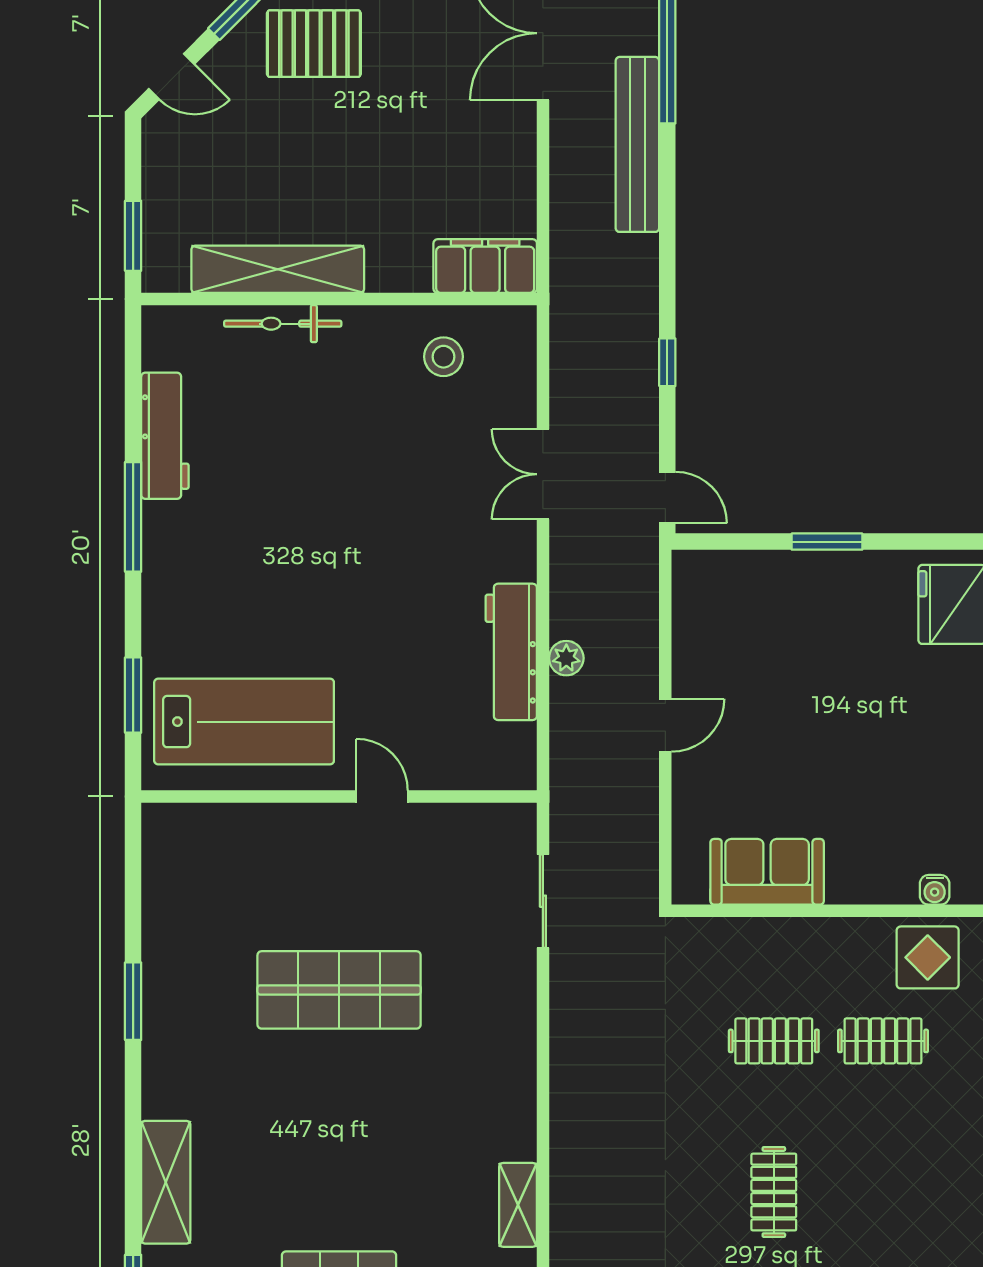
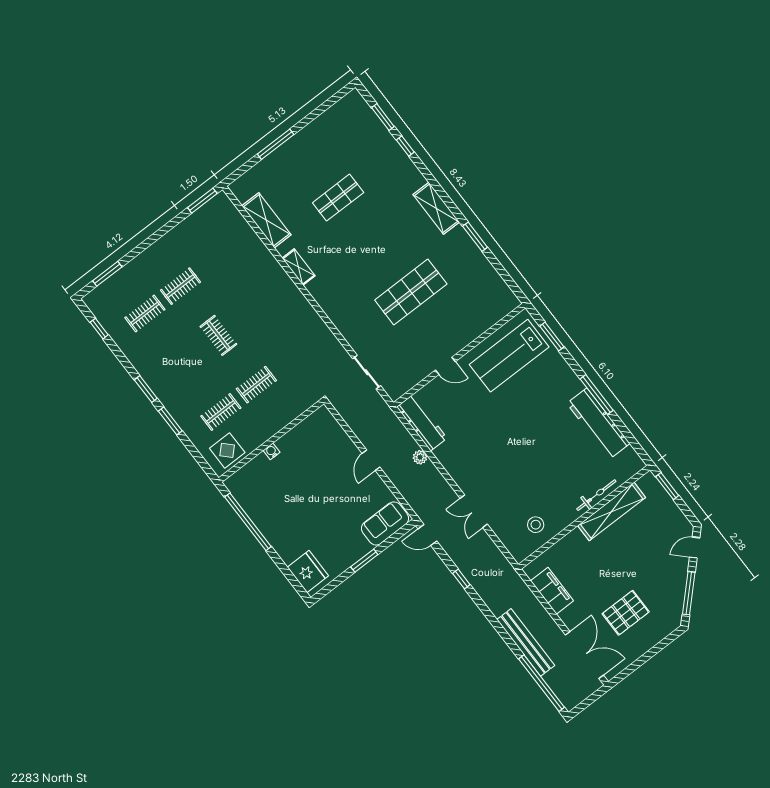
pallet: (314, 44) -> (626, 613), moved
filing cabinet: (485, 266) -> (552, 591), moved, turned -90
workbench: (165, 436) -> (598, 423), width x1.36, depth x1.32
double door: (543, 474) -> (474, 511), swing flipped
workbench: (511, 652) -> (422, 423), moved
sofa: (767, 872) -> (385, 523), moved, turned 180
water cooler: (935, 890) -> (272, 451), moved
shelving: (166, 1182) -> (436, 208), moved

